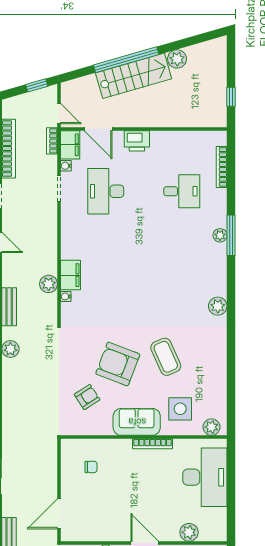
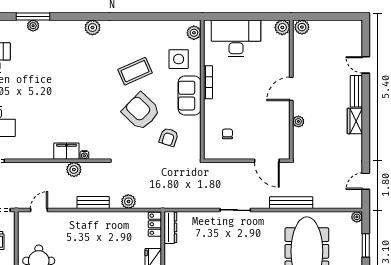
armchair: (118, 364) -> (141, 111), turned 113
armchair: (87, 397) -> (169, 137), turned -128
plant: (189, 532) -> (282, 27), moved

